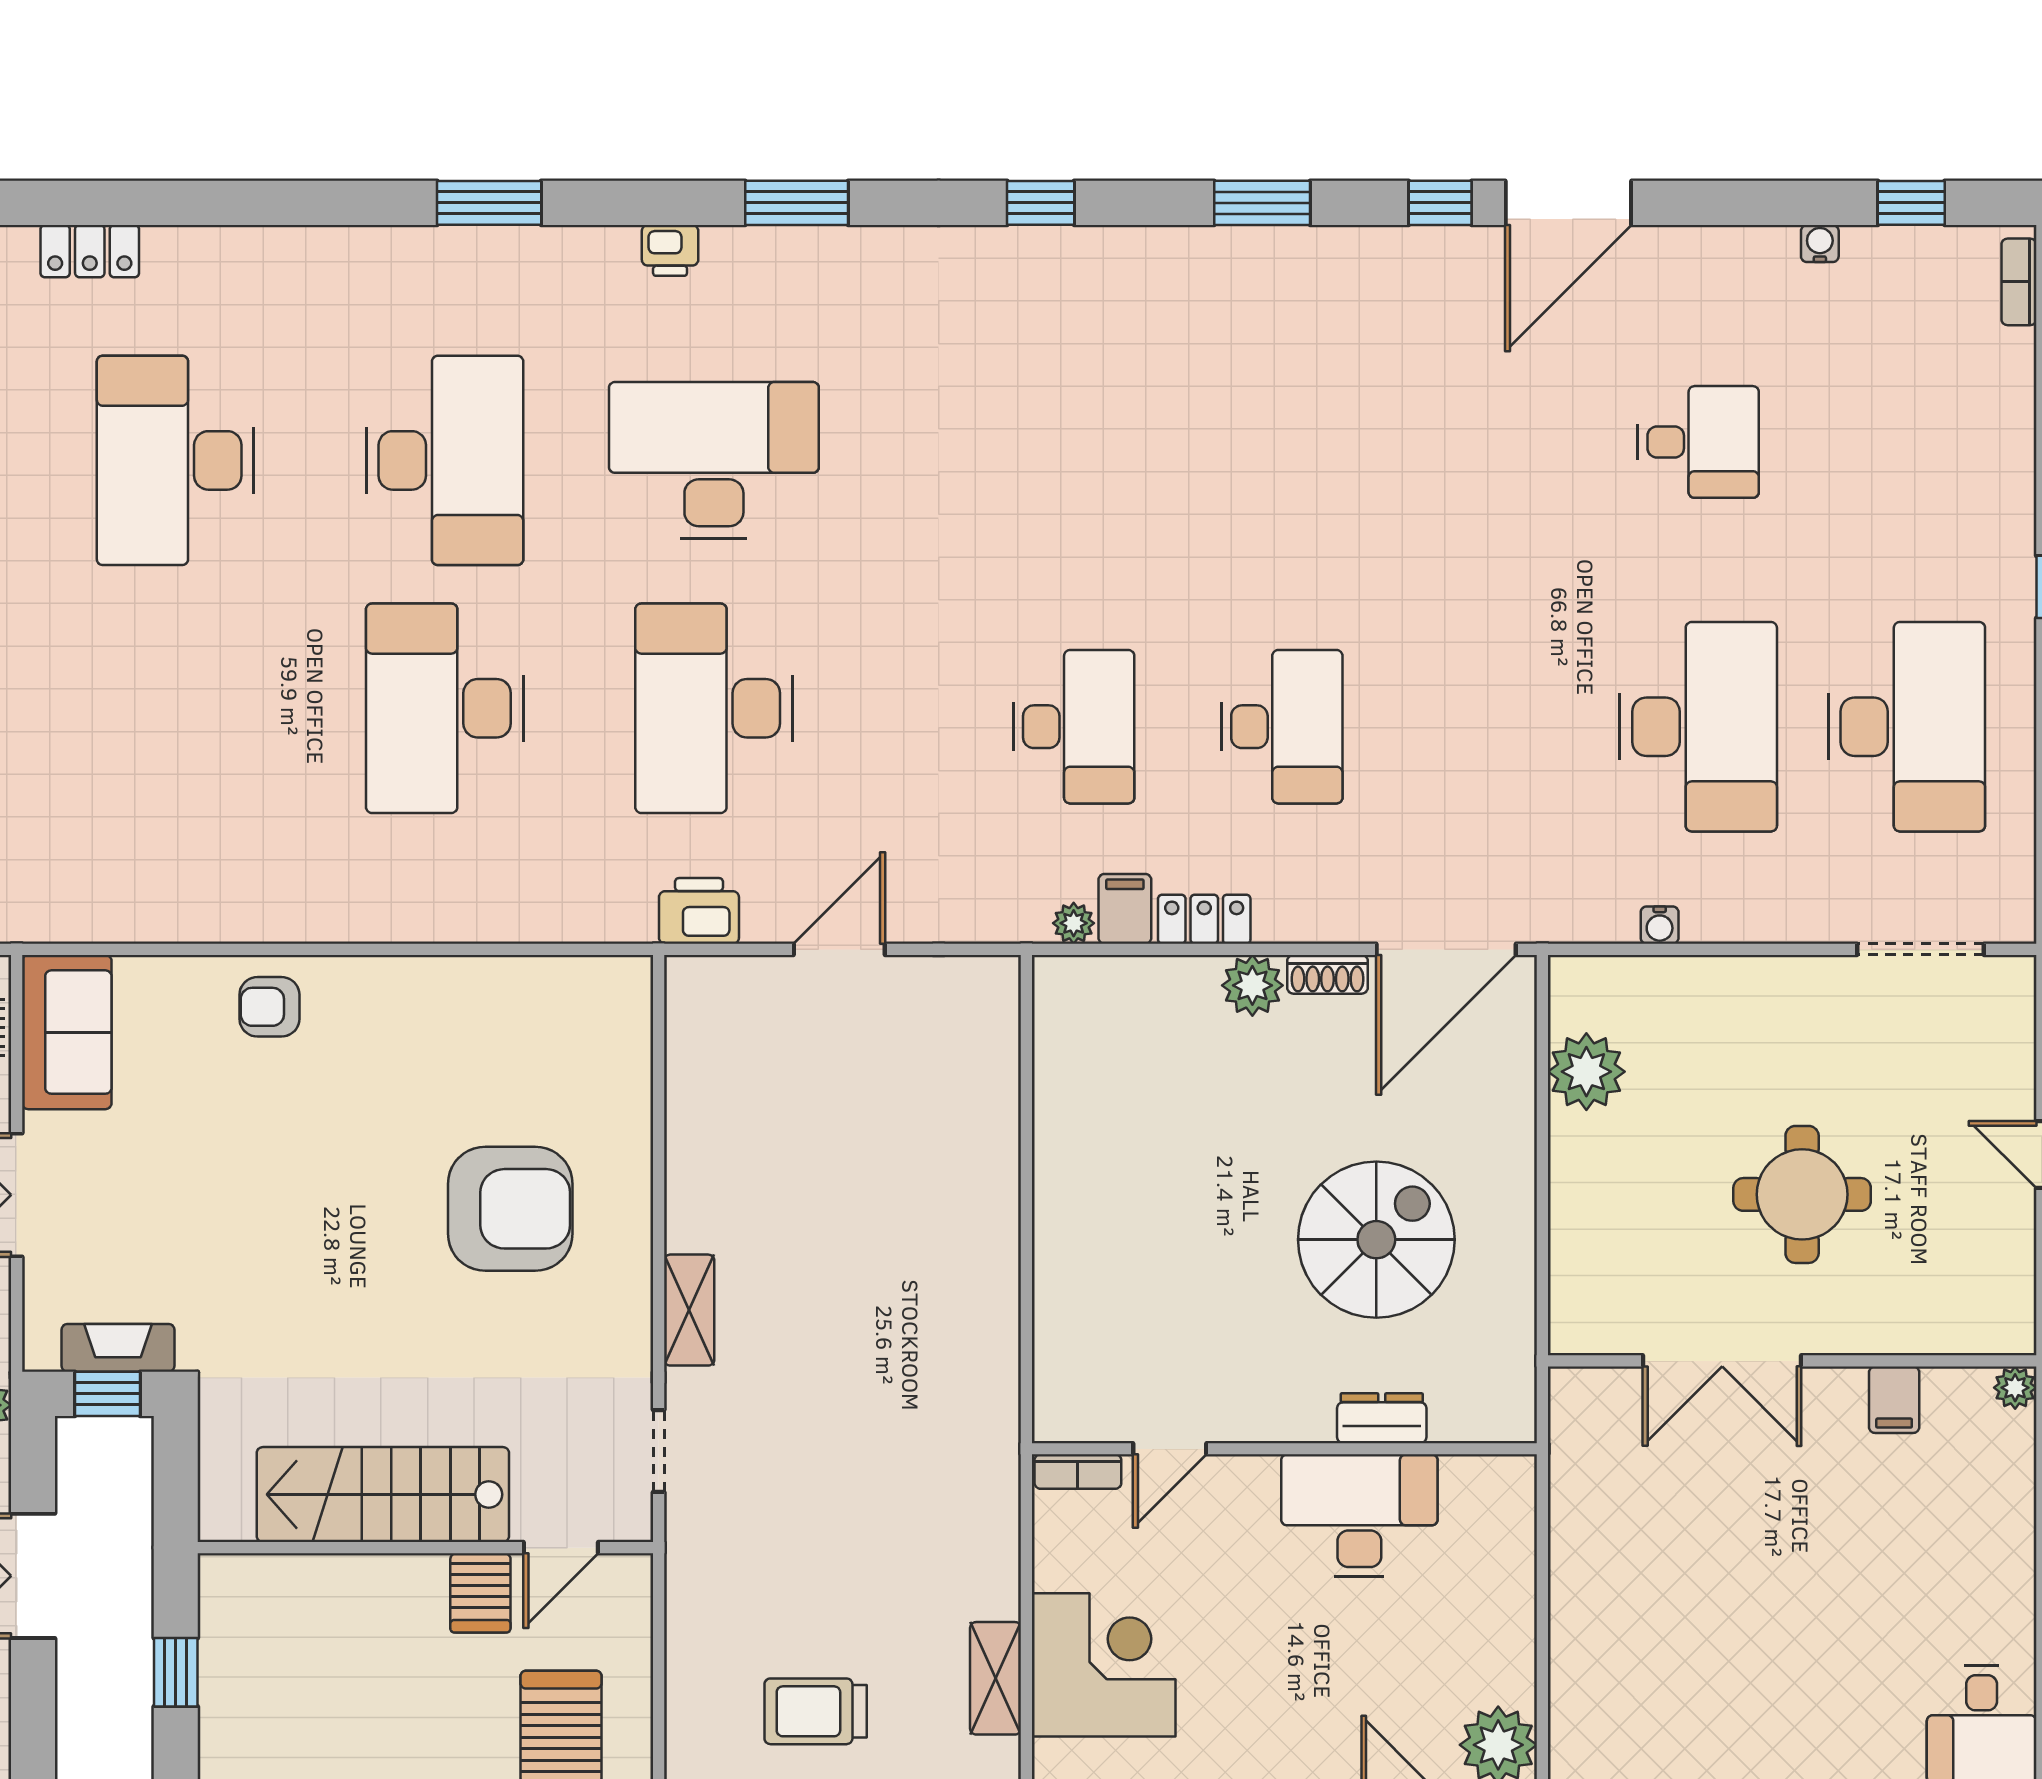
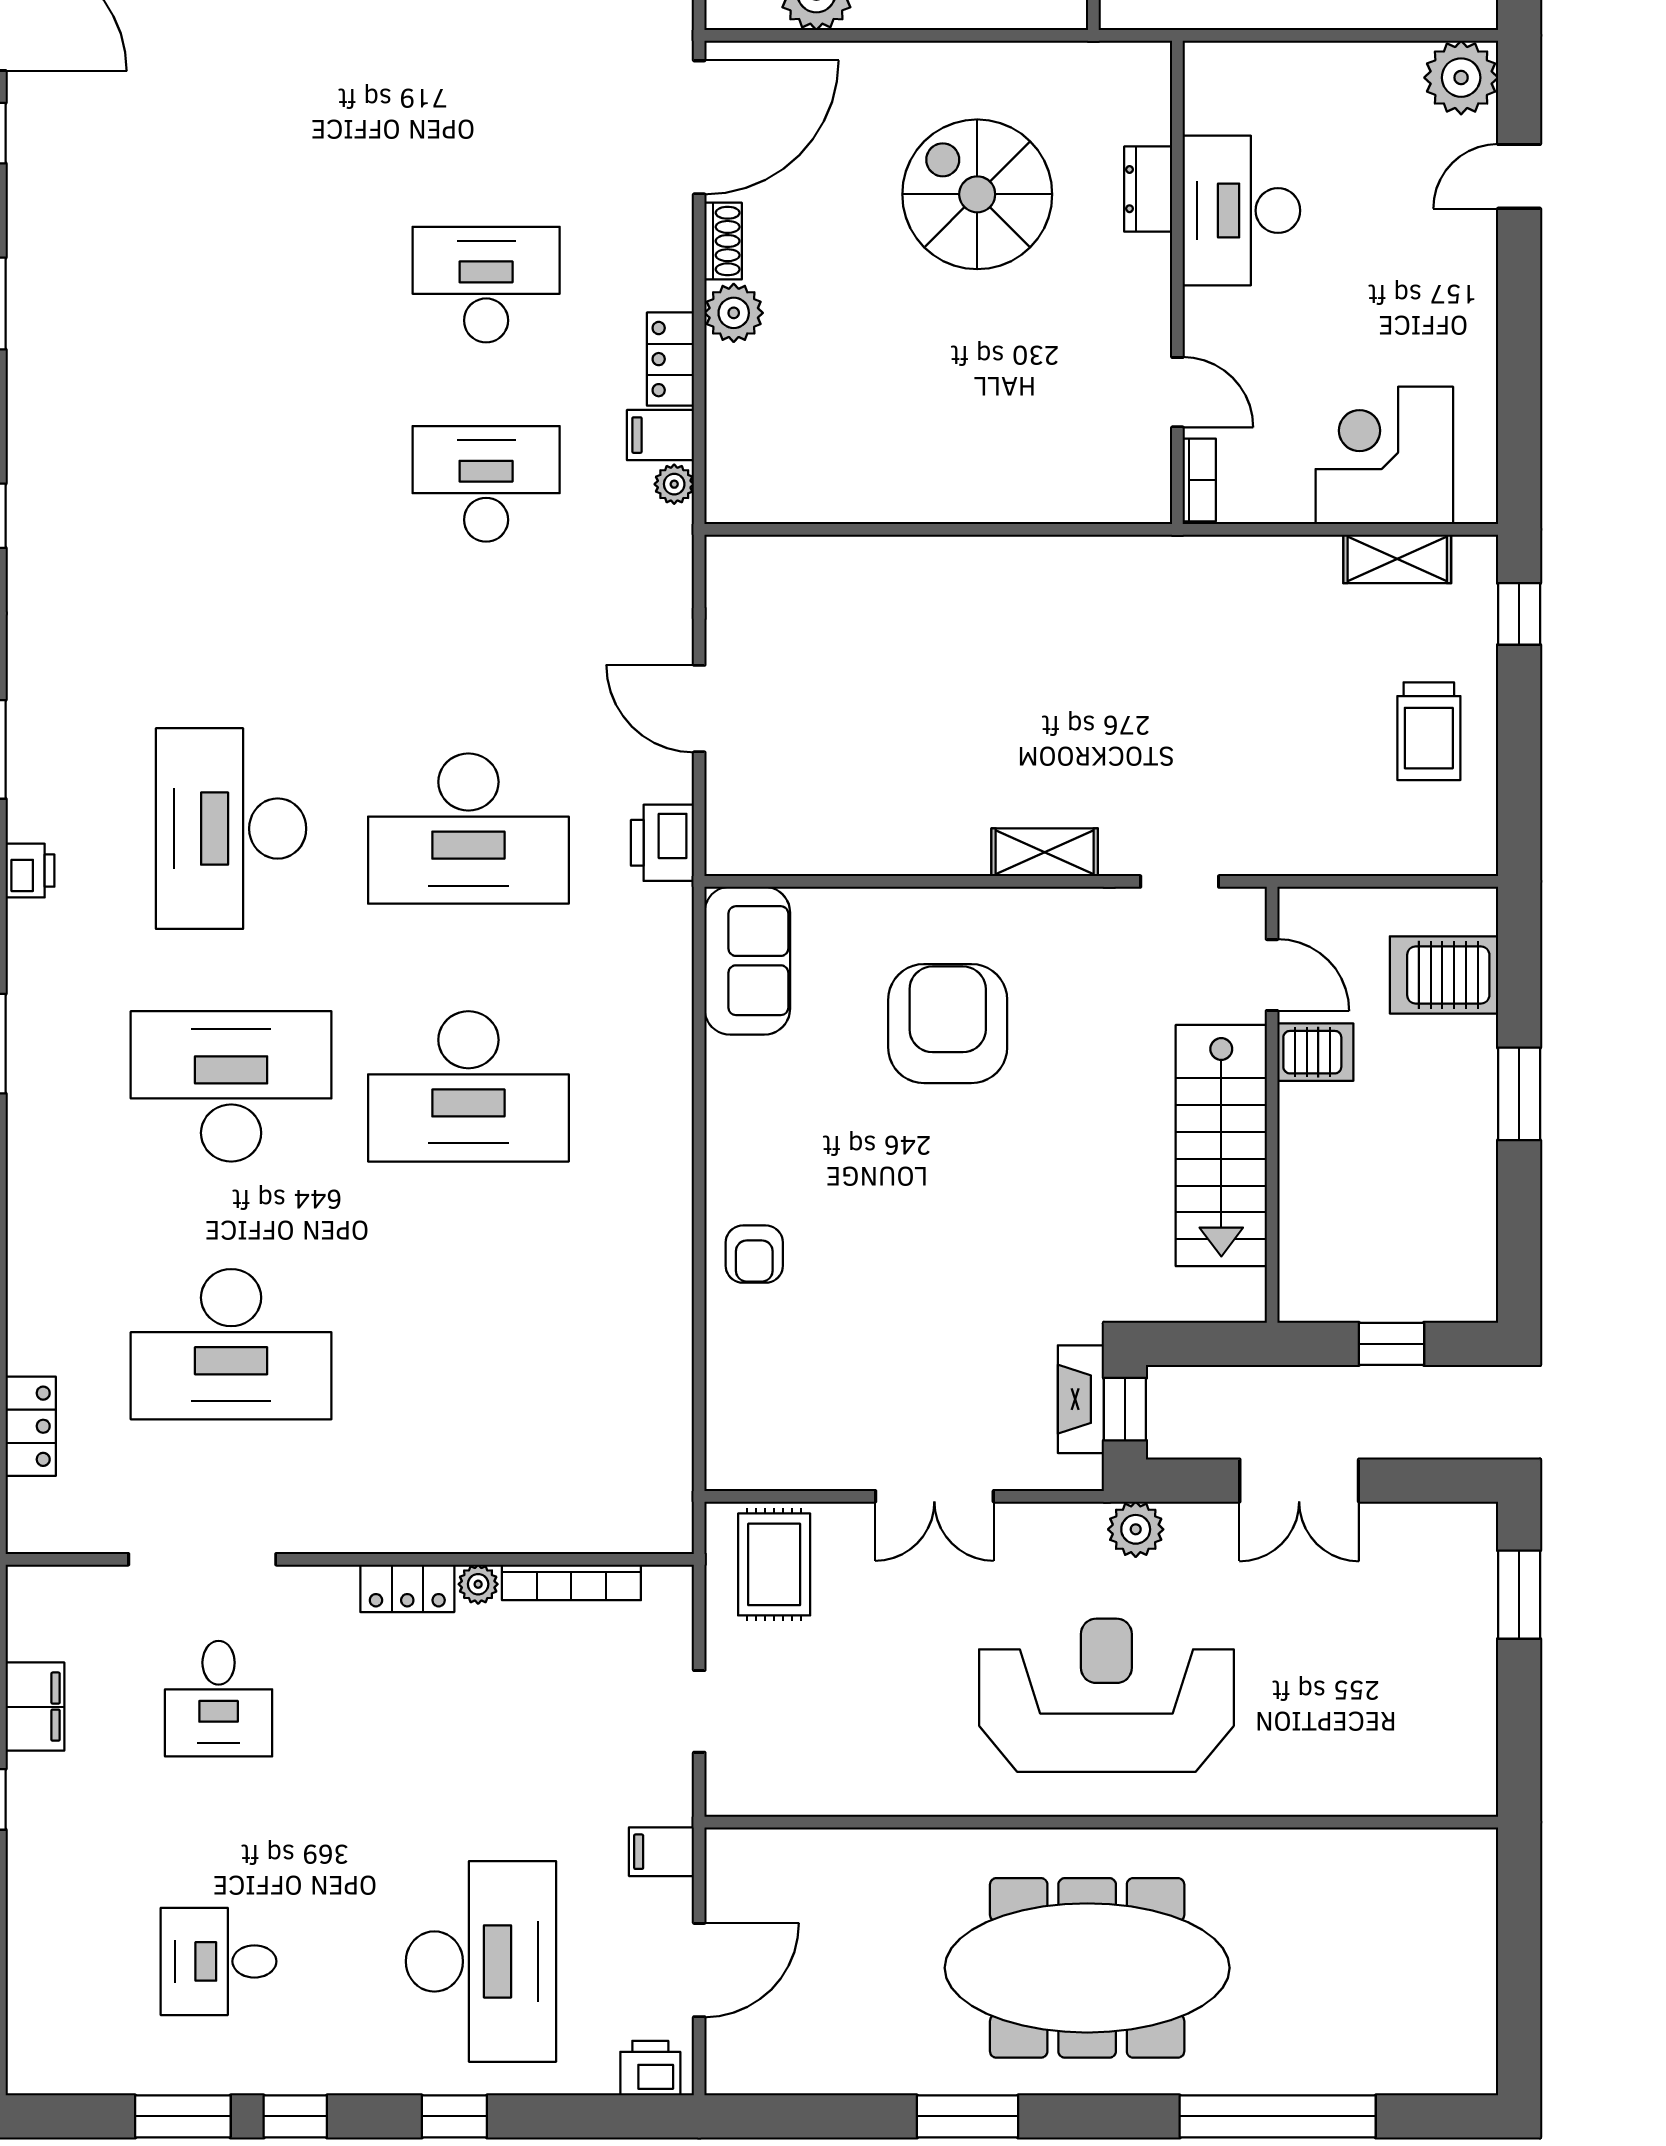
door: (1446, 949) -> (699, 127), hinge flipped
sofa: (67, 1032) -> (747, 961), moved, turned 90

